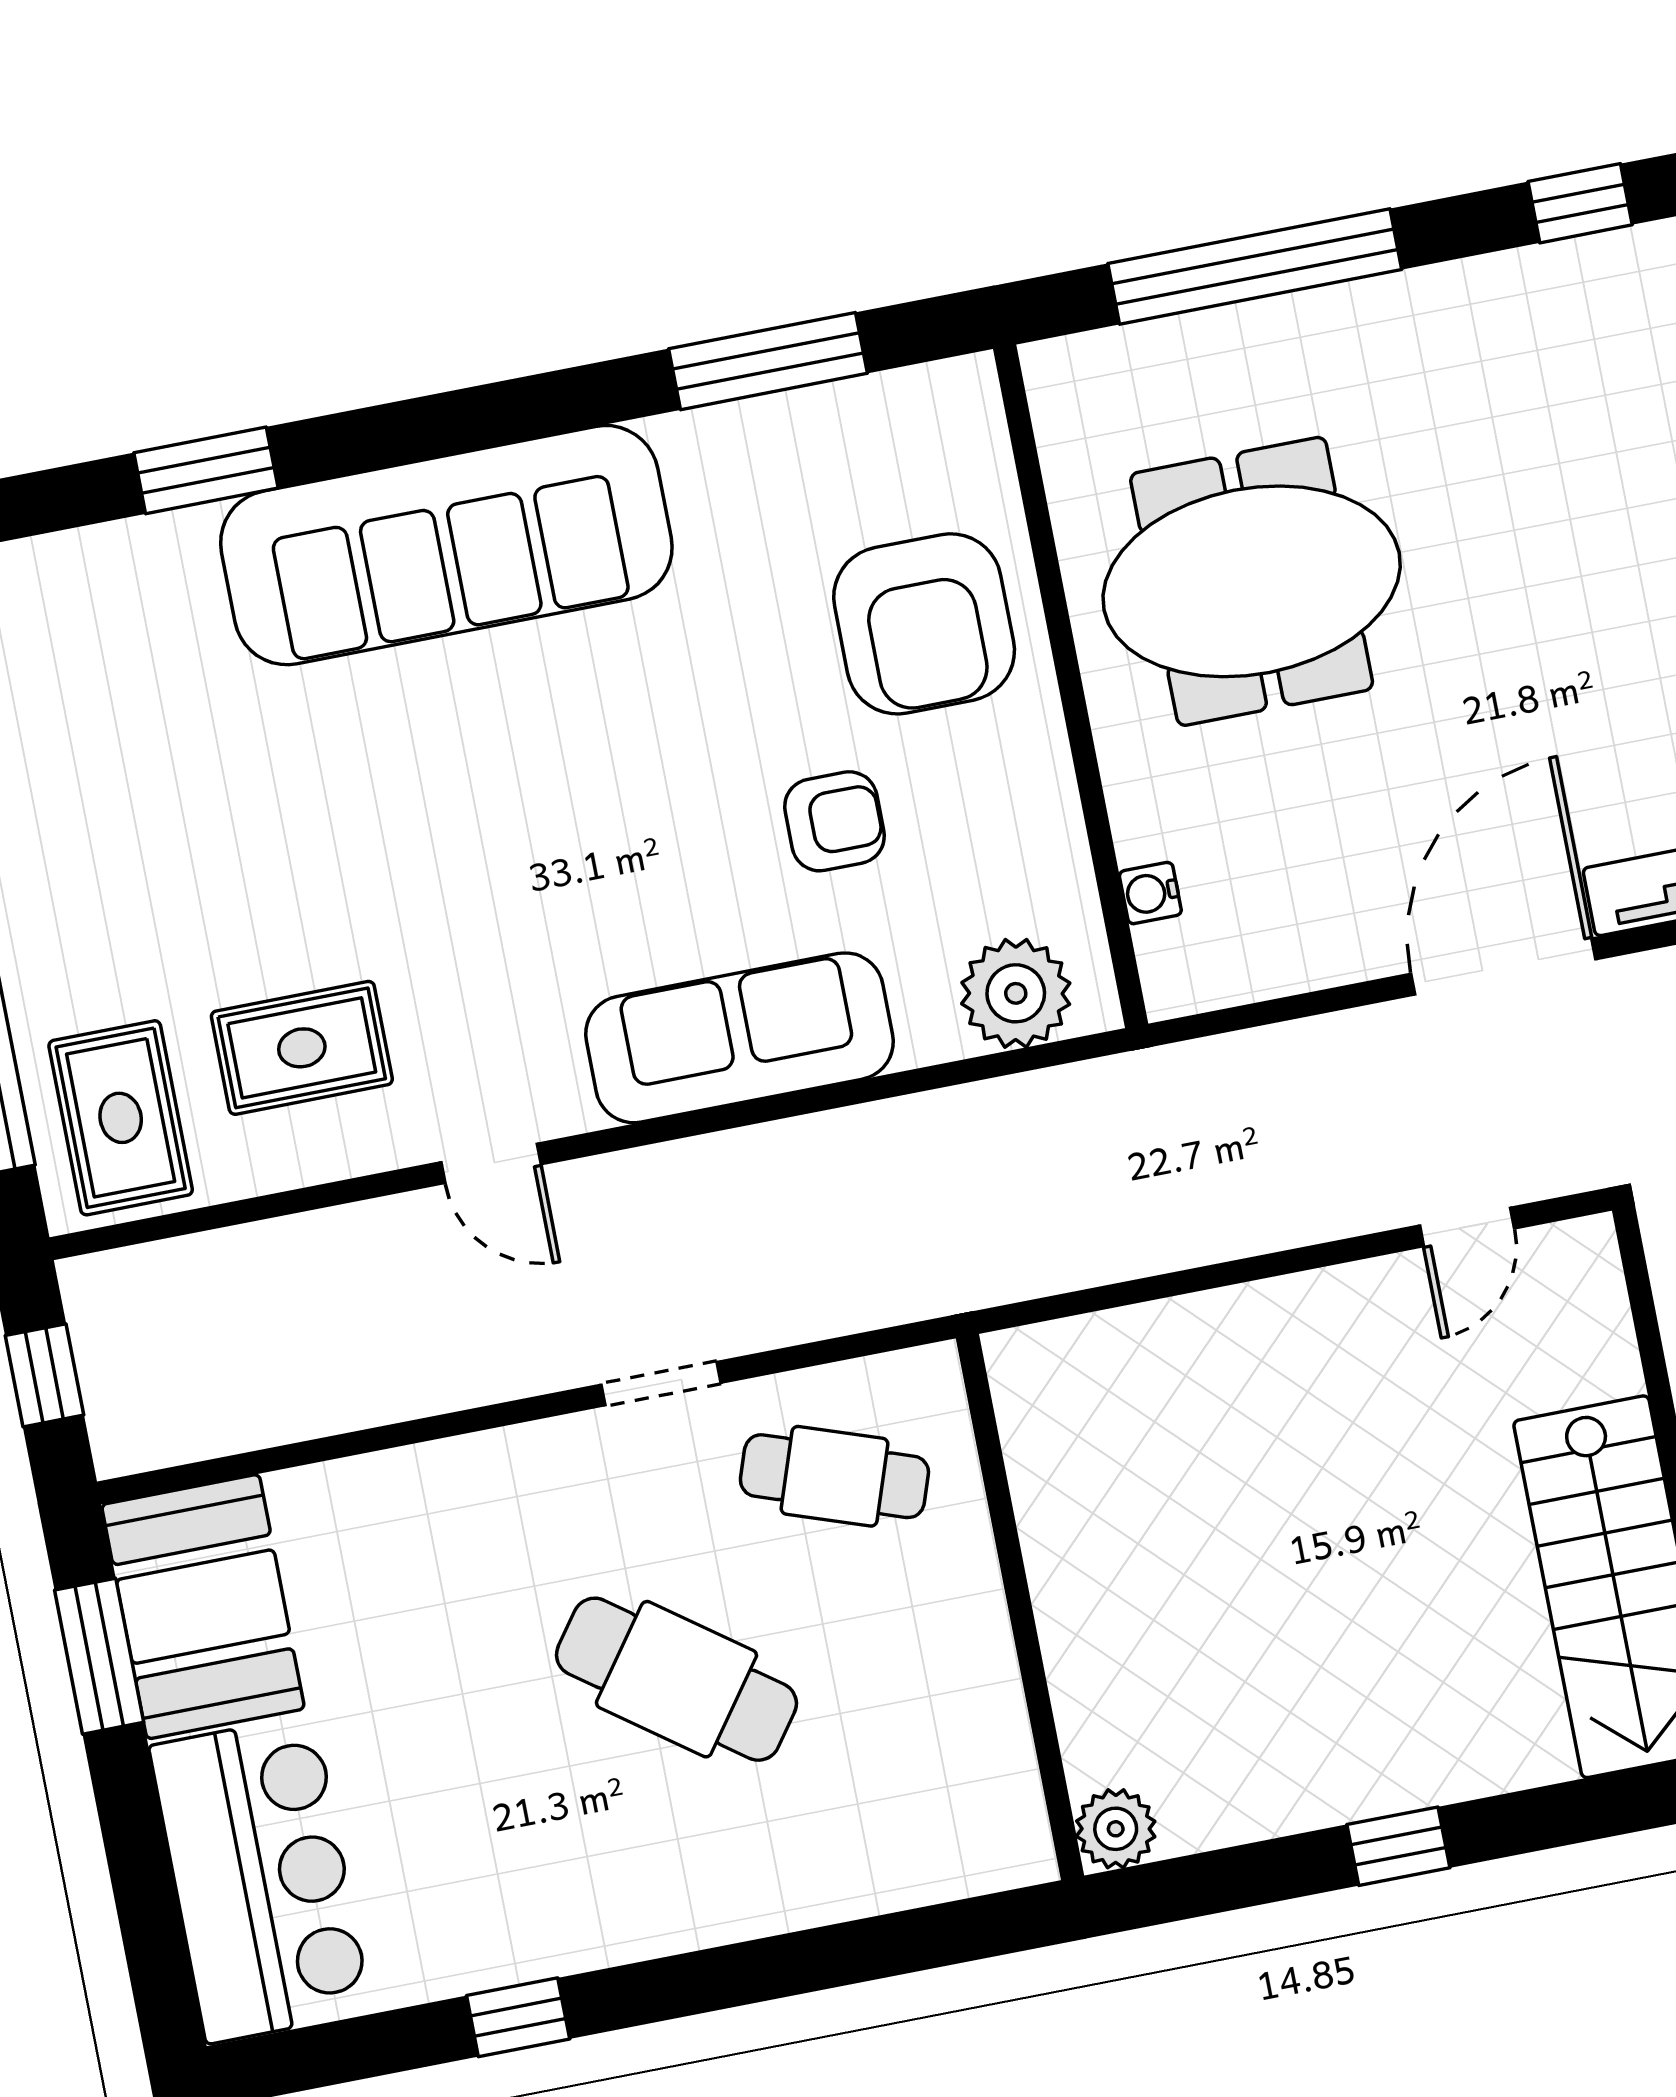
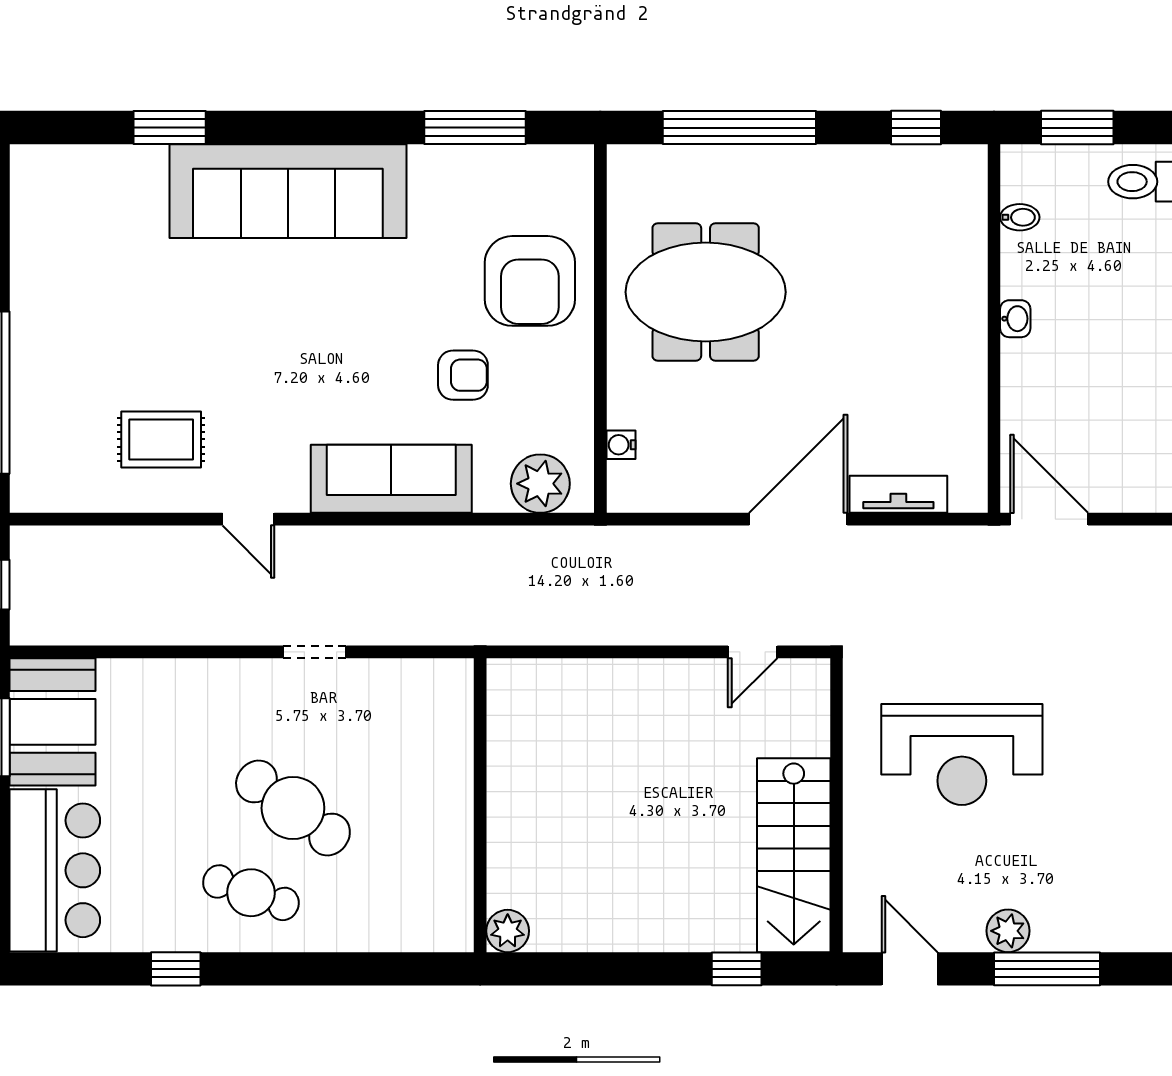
rug: (121, 1118) -> (59, 458), removed
cafe table: (834, 1476) -> (251, 893), moved
window: (1398, 1846) -> (737, 969), moved

